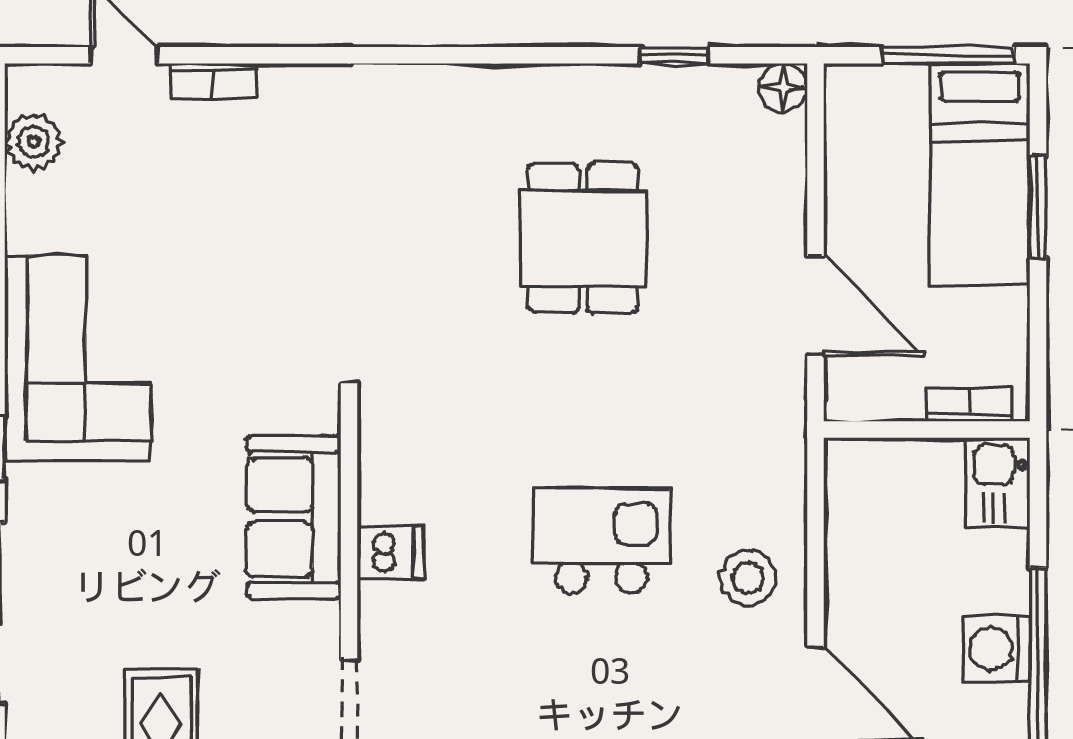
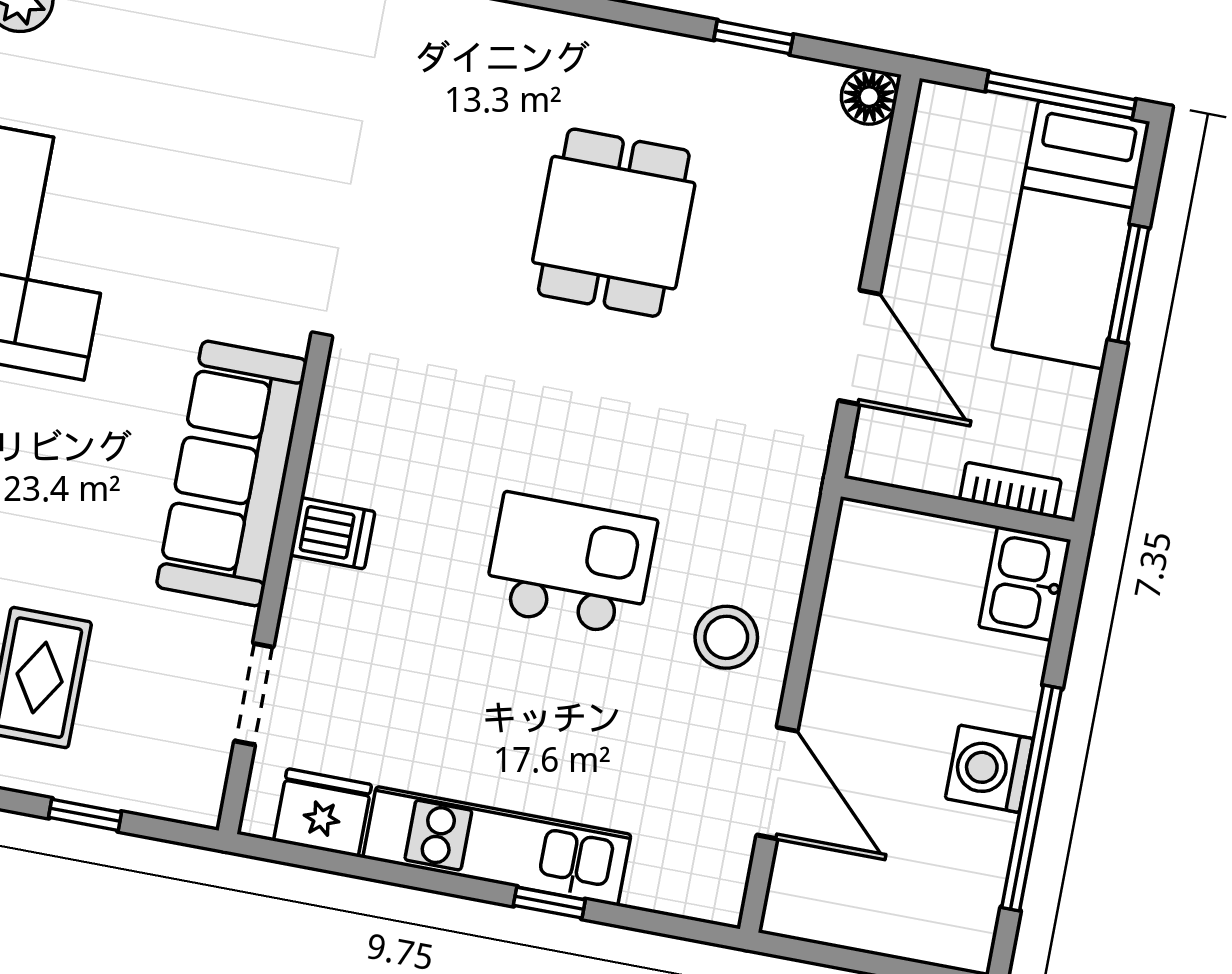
sofa: (294, 517) -> (232, 473), width x1.36

